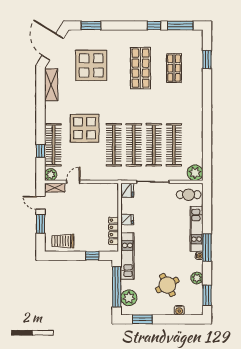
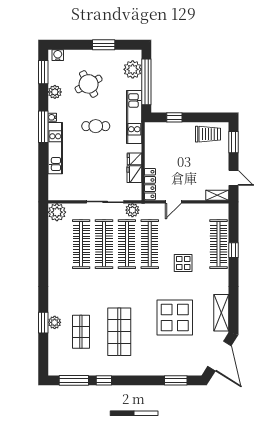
window: (207, 59) -> (43, 323), moved
display table: (91, 65) -> (175, 318), moved
plant: (197, 76) -> (55, 322), added
display table: (85, 128) -> (183, 263), width x0.54, depth x0.54
window: (41, 151) -> (233, 250), moved
plant: (51, 175) -> (132, 210), moved
door: (73, 182) -> (173, 202), moved
fridge: (127, 190) -> (134, 174), moved
cafe table: (189, 195) -> (96, 126), moved
window: (41, 224) -> (233, 142), moved
locker: (114, 231) -> (150, 184), moved
water cooler: (179, 310) -> (58, 55), moved
window: (142, 319) -> (104, 45), moved

